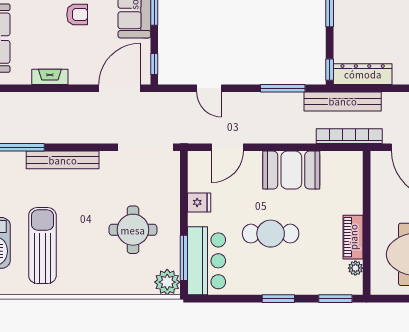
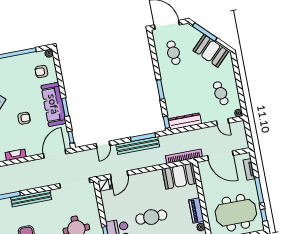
door: (209, 88) -> (103, 145), hinge flipped
bench: (343, 101) -> (138, 146), moved
booth: (291, 170) -> (179, 176), moved
fridge: (199, 202) -> (105, 185), moved

